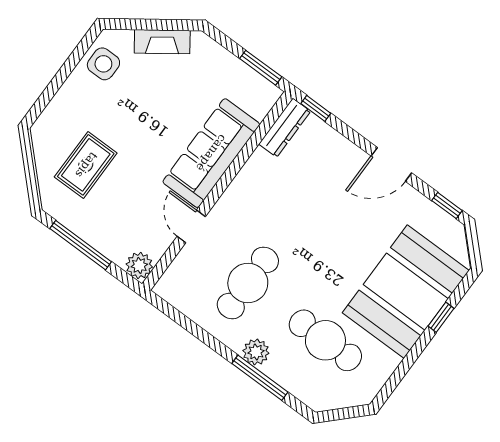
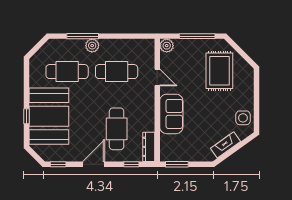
window: (316, 108) -> (131, 164), moved
sofa: (211, 153) -> (171, 114), width x0.73
rug: (86, 165) -> (219, 71), width x1.36, depth x1.43
cafe table: (314, 193) -> (117, 129), added
cafe table: (248, 283) -> (117, 72), turned 90

